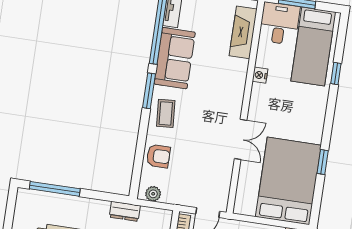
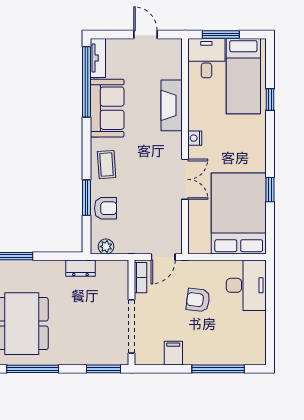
fireplace: (243, 32) -> (172, 105), moved
nightstand: (260, 75) -> (195, 138), moved
window: (149, 91) -> (87, 198), moved

